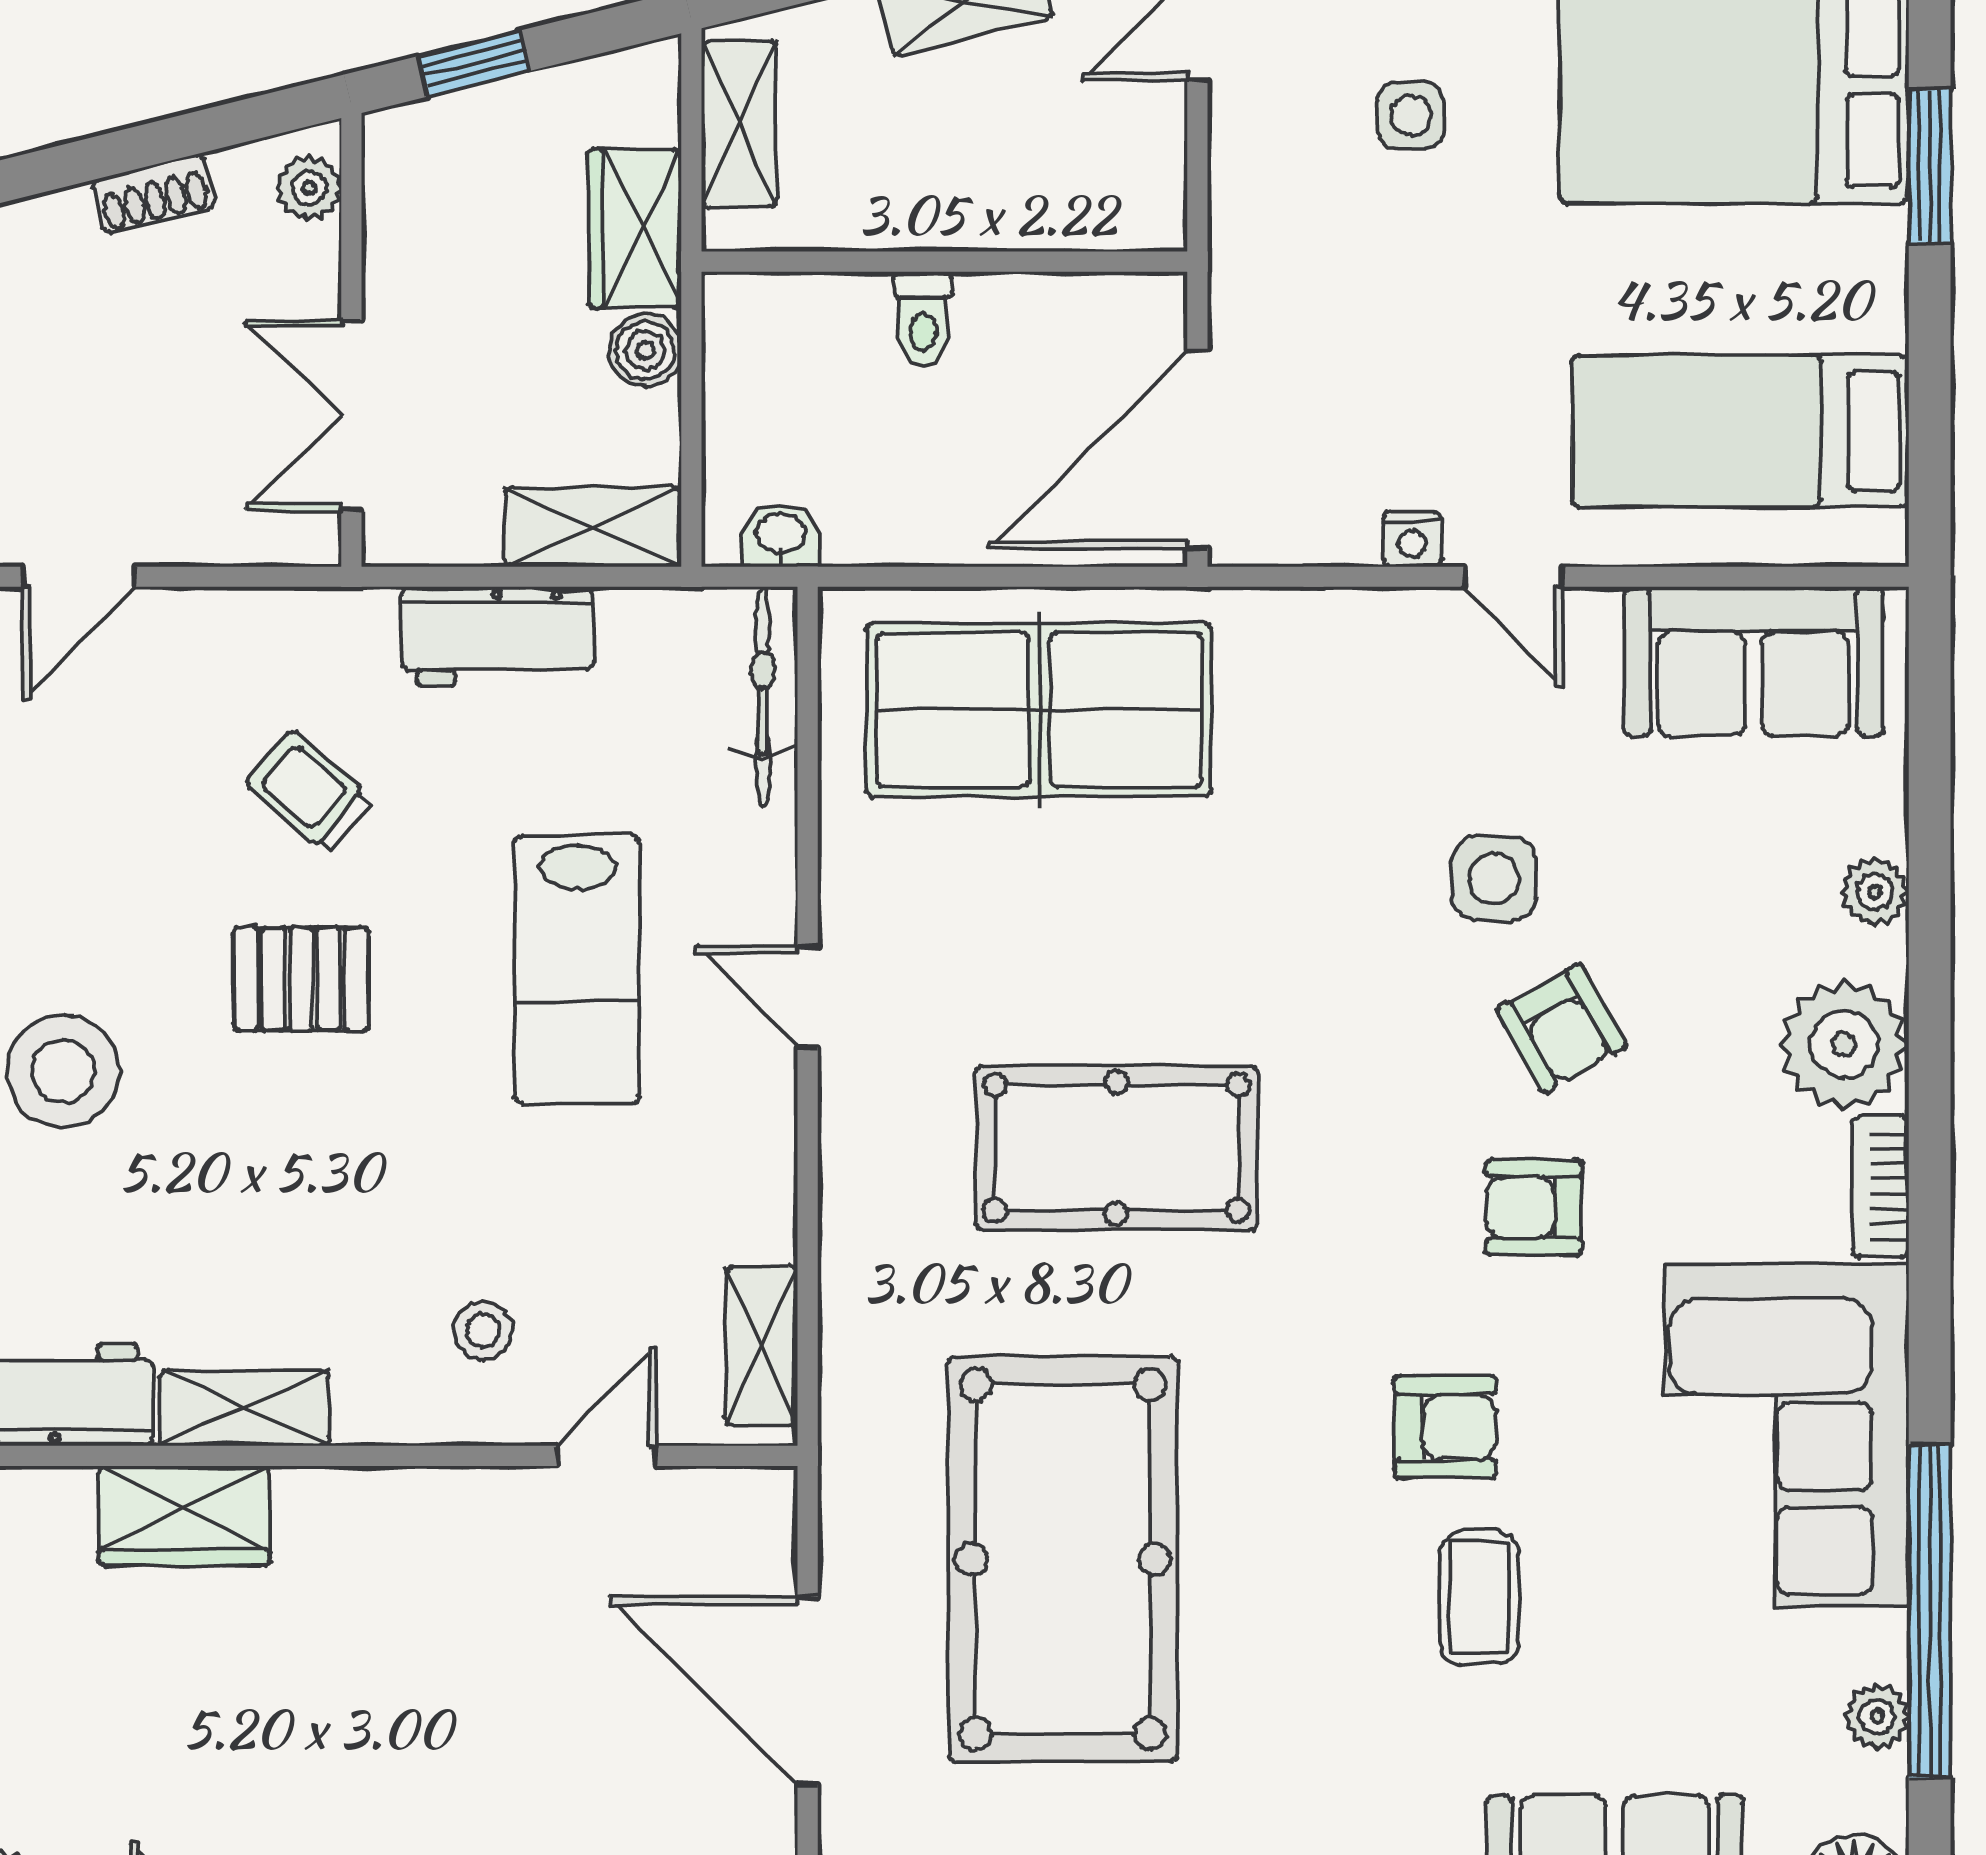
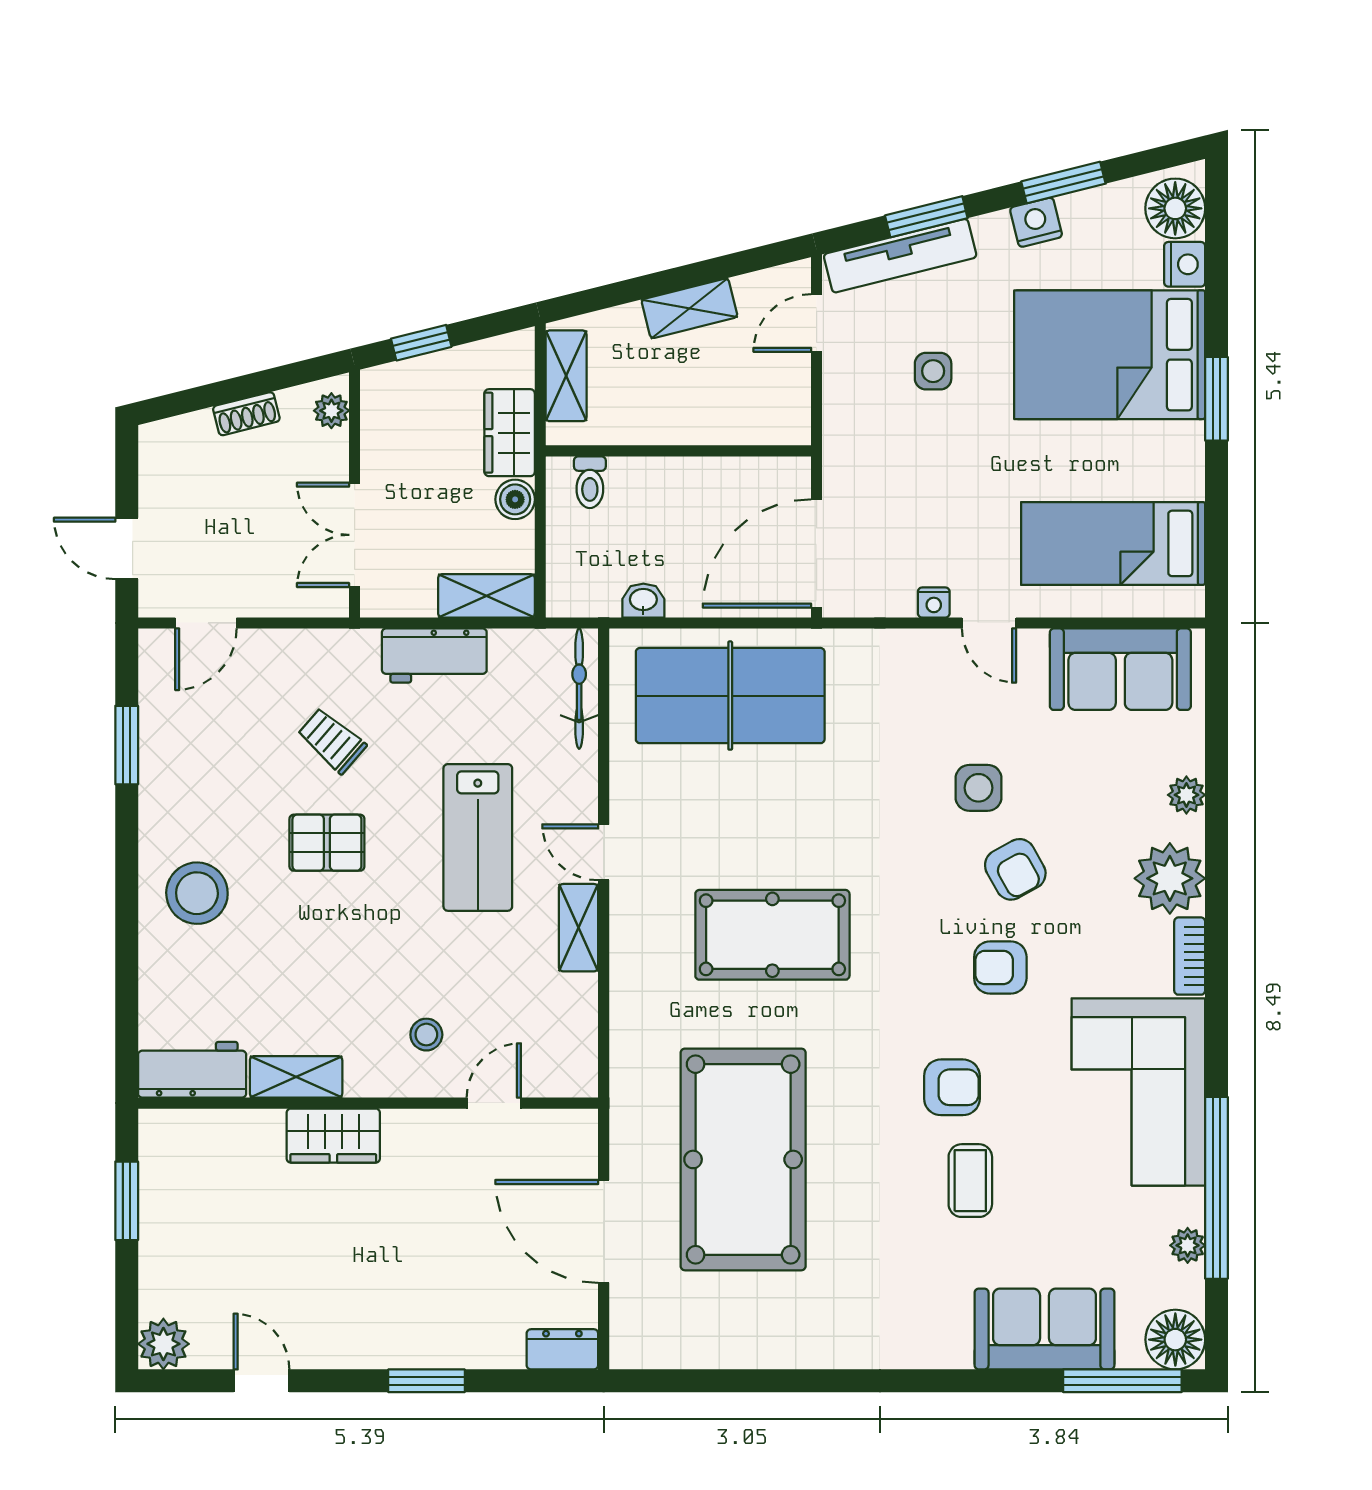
toilet: (923, 319) -> (590, 482), moved
washbasin: (781, 536) -> (643, 601), moved
shelving: (762, 1346) -> (579, 928), moved
wardrobe: (184, 1515) -> (333, 1136), moved

